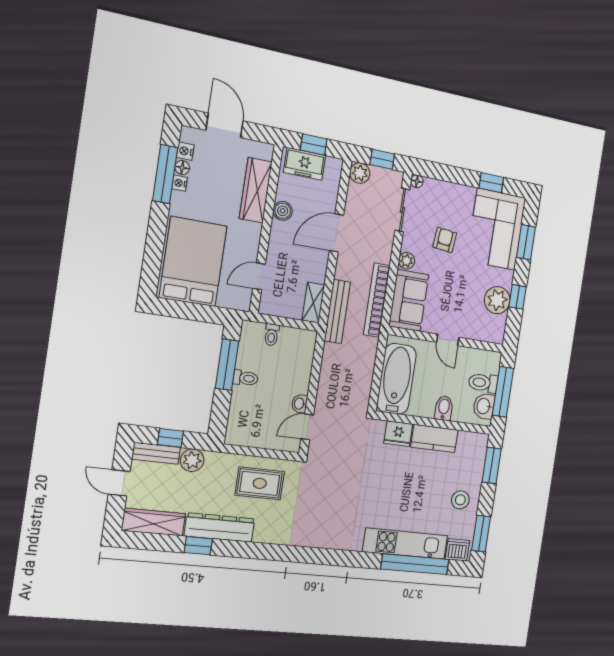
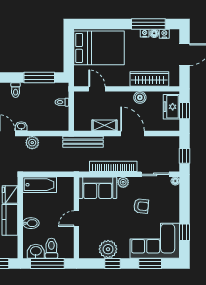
plant: (360, 173) -> (32, 143), moved
bookcase: (377, 300) -> (113, 166), moved
shelving: (313, 303) -> (104, 125), moved
toilet: (246, 378) -> (16, 90), moved
bathtub: (397, 379) -> (40, 185), width x0.73, depth x0.73

